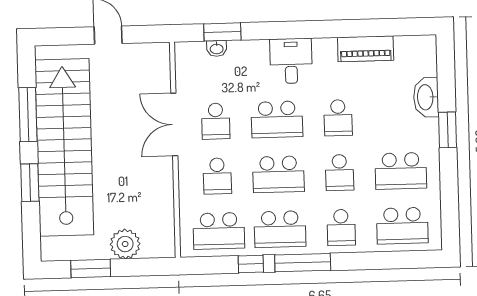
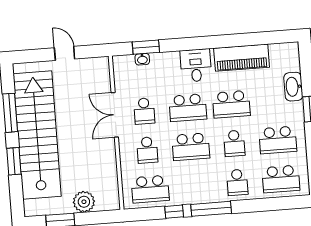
piano: (366, 49) -> (242, 58), width x1.37, depth x1.33
school desk: (338, 118) -> (231, 104), width x1.85
school desk: (280, 229) -> (194, 186), removed

